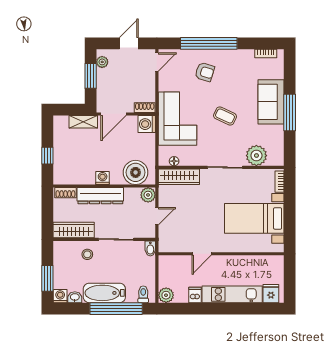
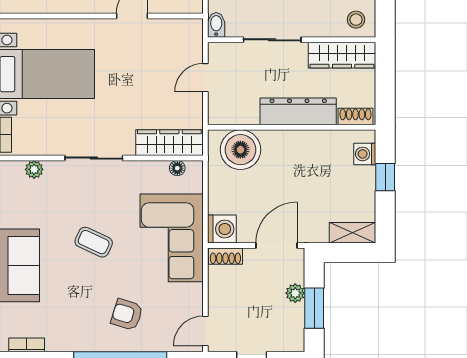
plant: (102, 62) -> (295, 293), moved
shelving: (83, 122) -> (353, 233), moved
plant: (256, 156) -> (34, 169), width x0.53, depth x0.53
washing machine: (103, 178) -> (365, 154), moved, turned 90
plant: (148, 195) -> (220, 113), removed
stool: (87, 254) -> (356, 20), moved

